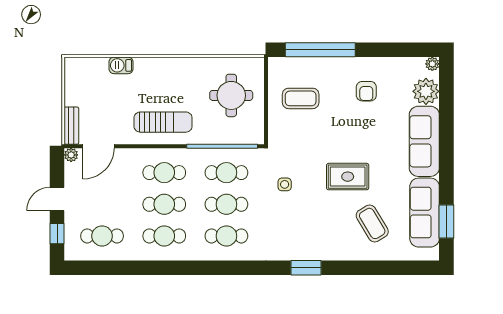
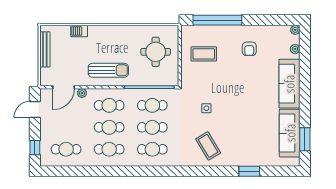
plant: (426, 91) -> (295, 49), width x0.53, depth x0.53
bench: (71, 126) -> (45, 49), moved, width x1.36
plant: (71, 155) -> (82, 93), moved
rug: (348, 177) -> (236, 108), removed
side table: (285, 184) -> (206, 108), moved
door: (57, 199) -> (35, 110), moved
coffee table: (372, 223) -> (208, 146), moved
window: (306, 268) -> (249, 171), moved

